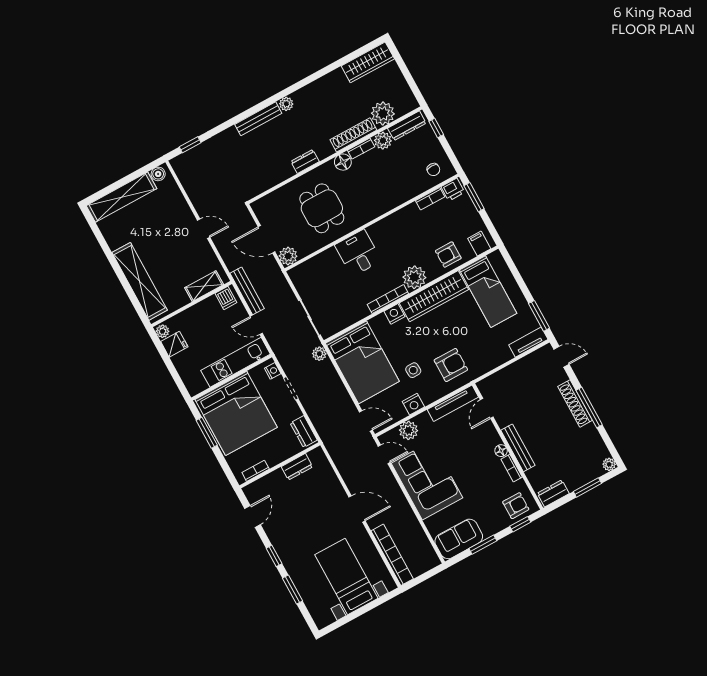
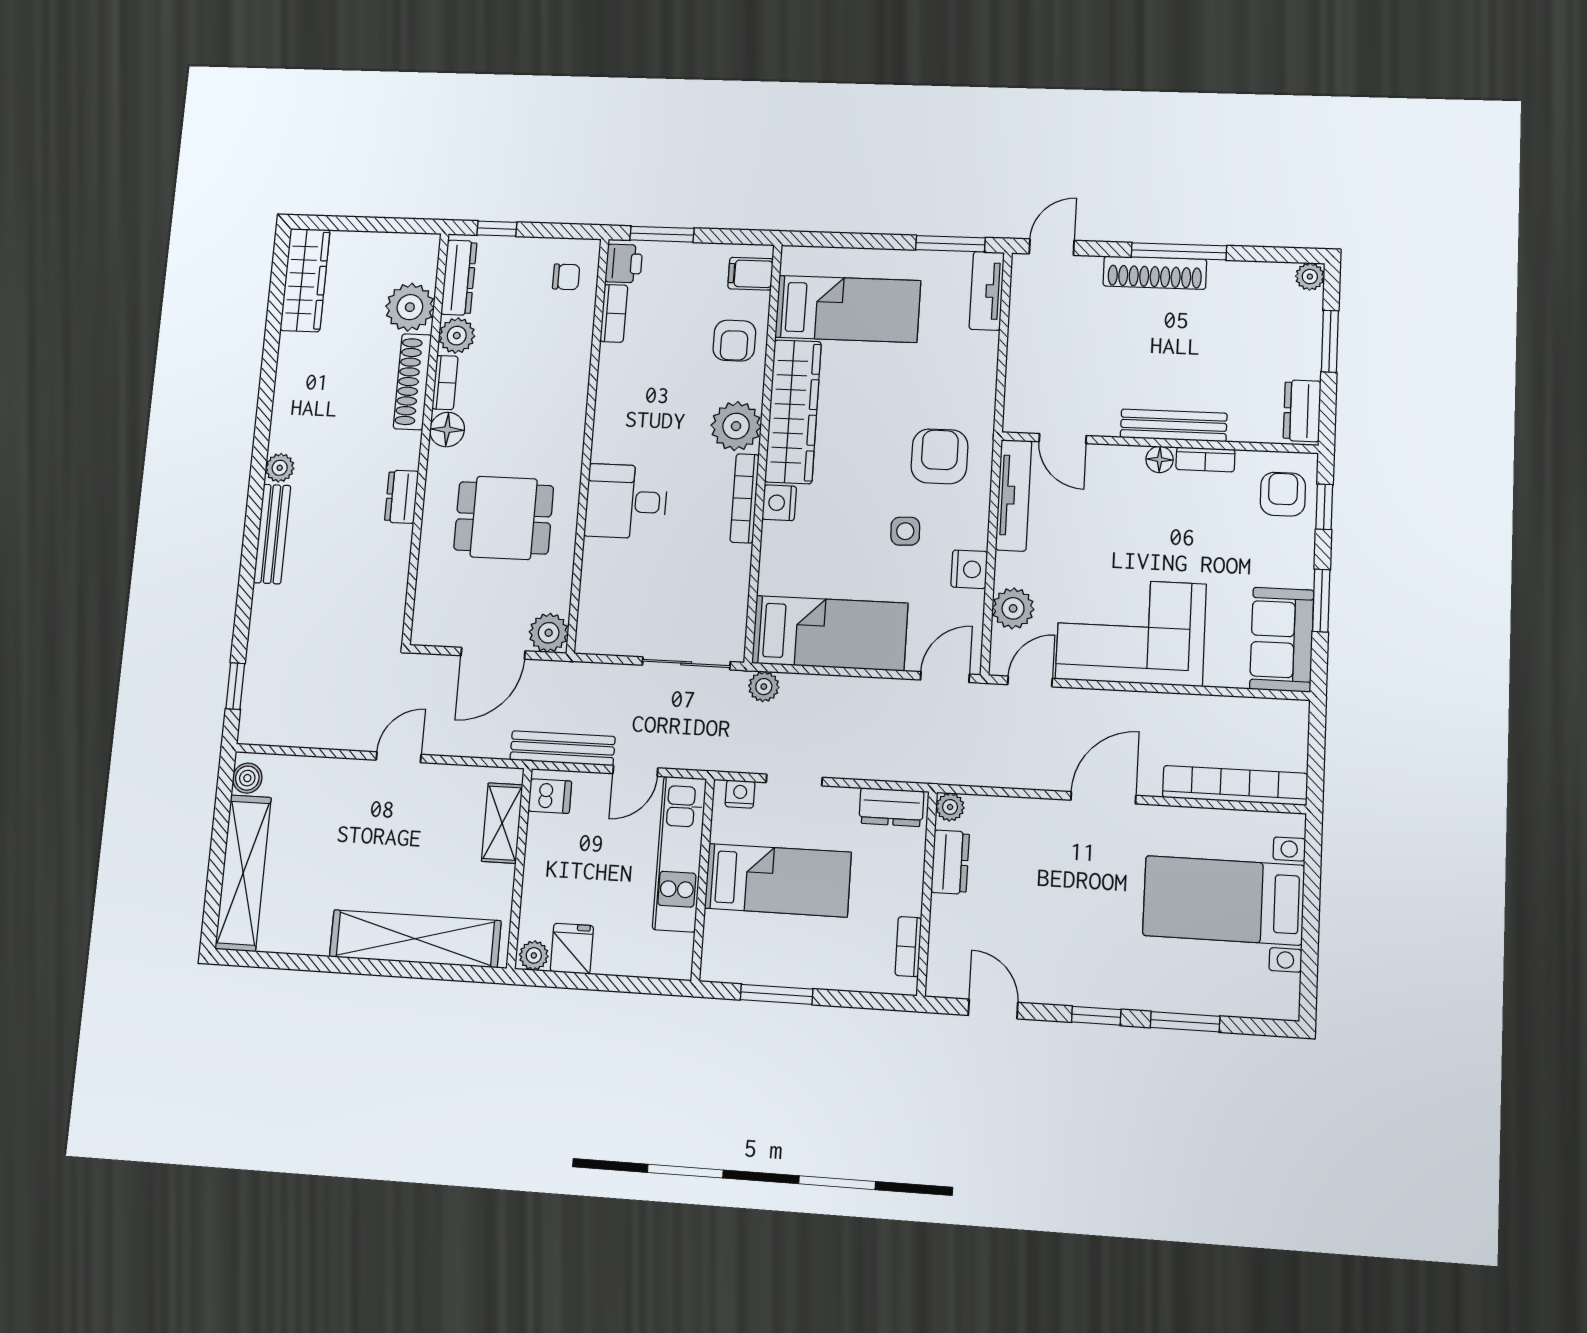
bed: (362, 362) -> (830, 633), width x0.67
bed: (236, 413) -> (778, 880), width x0.49
plant: (318, 454) -> (950, 807), added

